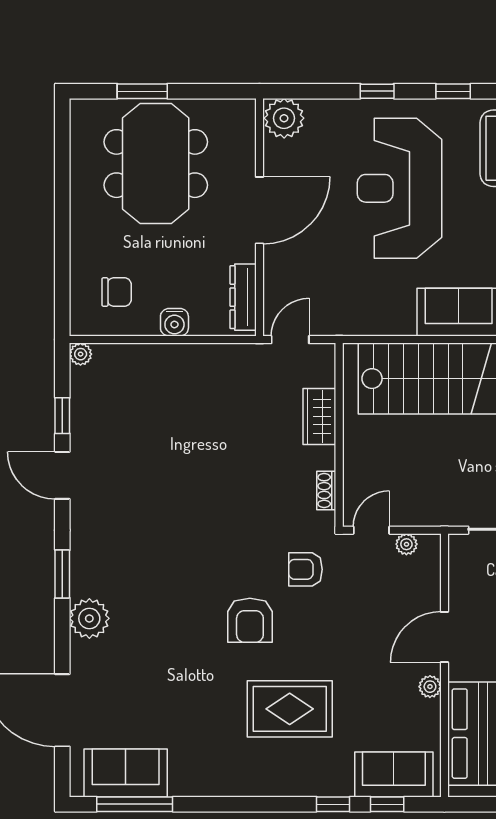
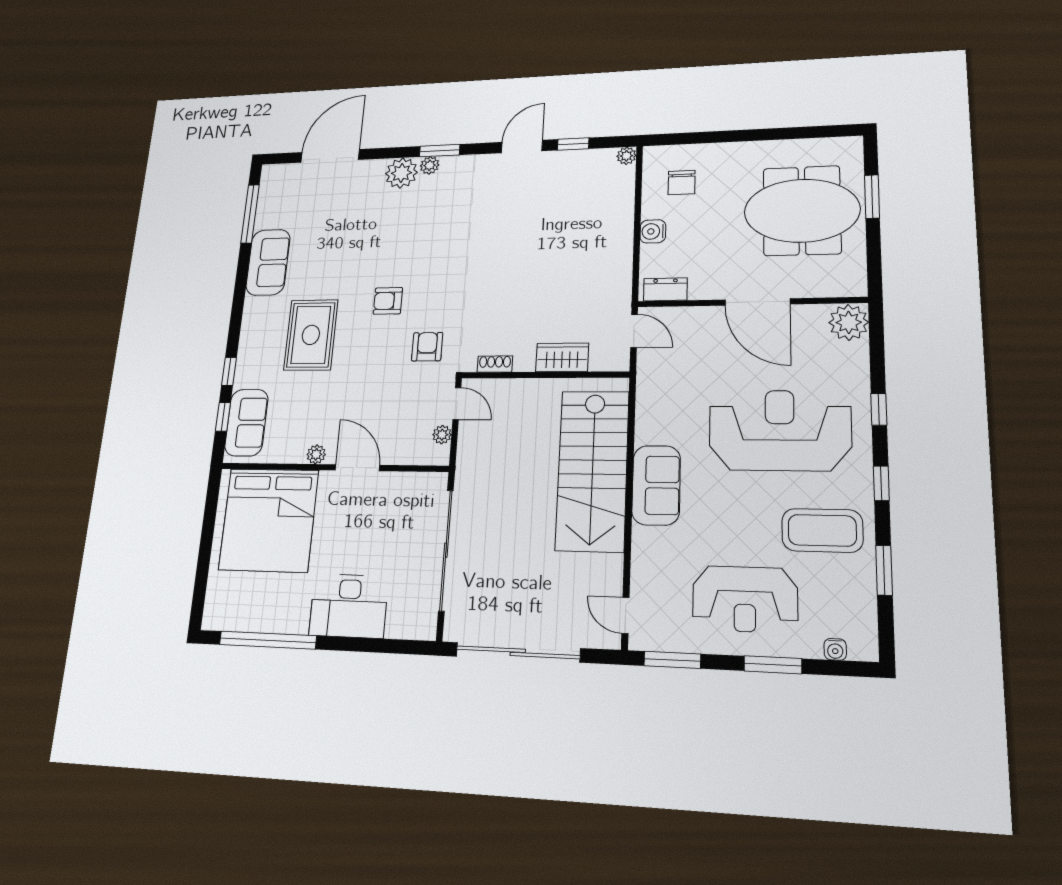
dresser: (243, 297) -> (665, 289), width x0.70
plant: (81, 585) -> (430, 165), added
armchair: (250, 620) -> (388, 301), width x0.72, depth x0.72
sofa: (126, 773) -> (268, 262), moved

